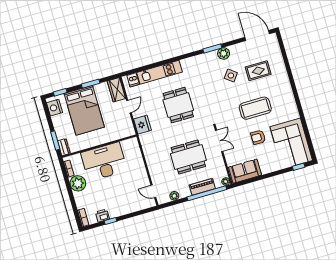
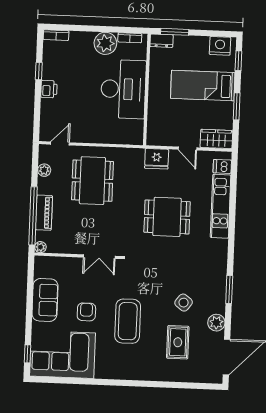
plant: (224, 53) -> (216, 323), moved
bed: (84, 110) -> (203, 85), width x0.67
dining table: (188, 157) -> (92, 181), moved
sofa: (245, 171) -> (45, 300), moved
printer: (102, 216) -> (49, 89), moved

